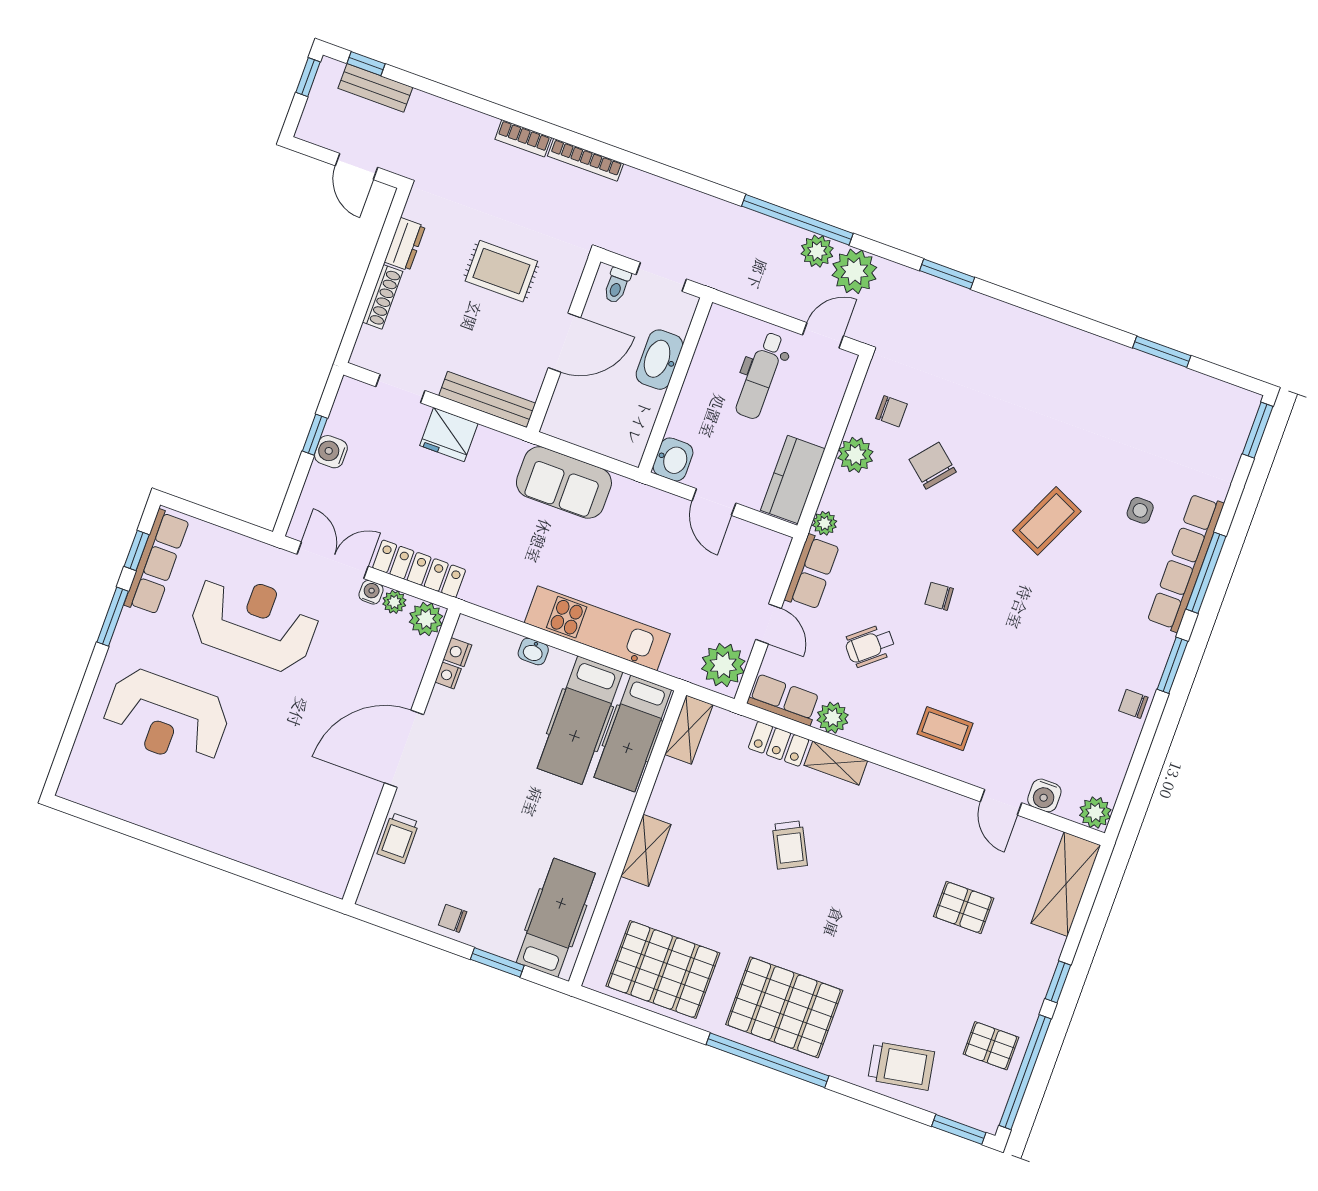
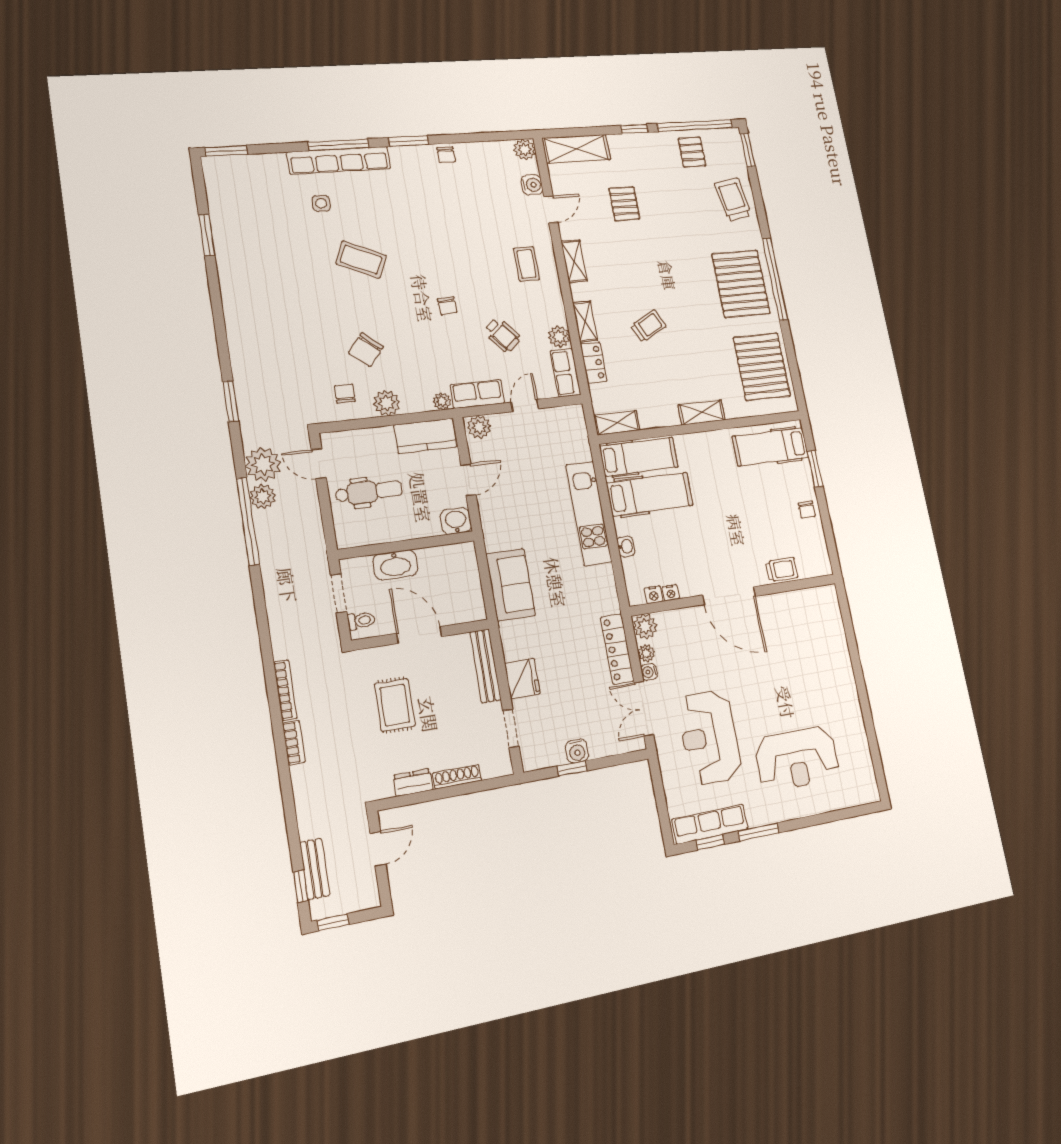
plant: (723, 665) -> (479, 427), moved, width x0.73, depth x0.73
reception desk: (166, 718) -> (797, 759), turned 90
shelving: (920, 794) -> (574, 261), added

